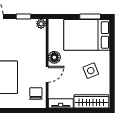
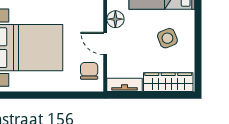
door: (47, 74) -> (105, 43), swing flipped

